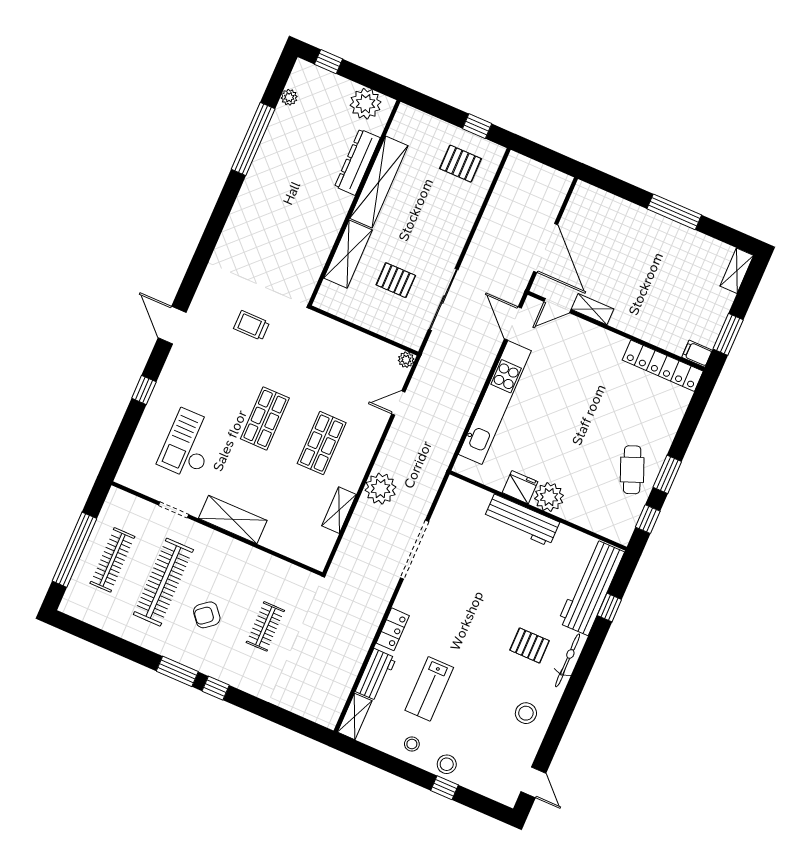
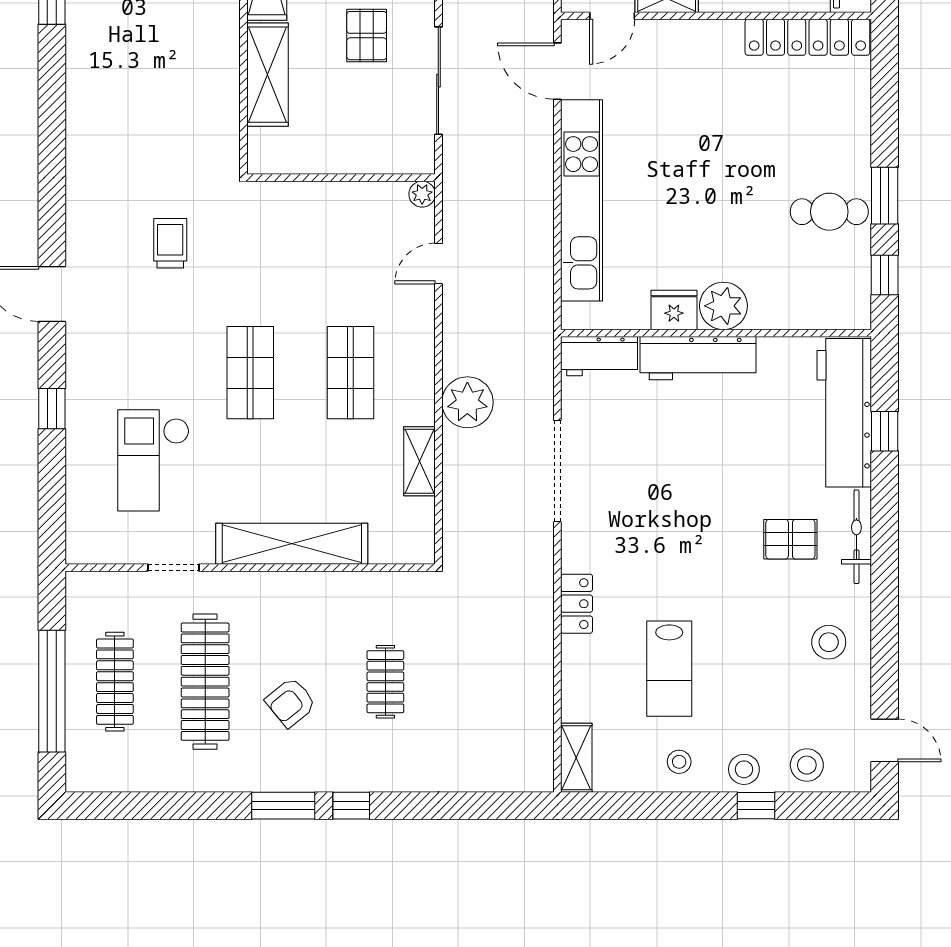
pallet: (396, 280) -> (367, 36), moved, turned 90
trolley: (252, 325) -> (170, 243), turned 90
cafe table: (632, 470) -> (829, 212), turned -68
shelving: (233, 519) -> (292, 544), width x1.47
workbench: (376, 675) -> (599, 356), moved, turned 90
stool: (483, 777) -> (807, 765), added

